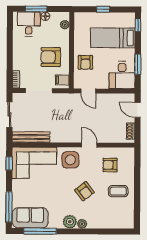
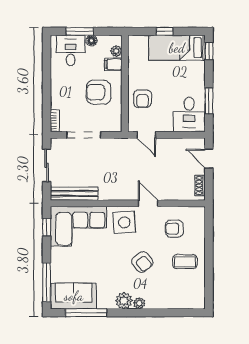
bed: (113, 38) -> (177, 48), moved
filing cabinet: (62, 80) -> (113, 64), moved

